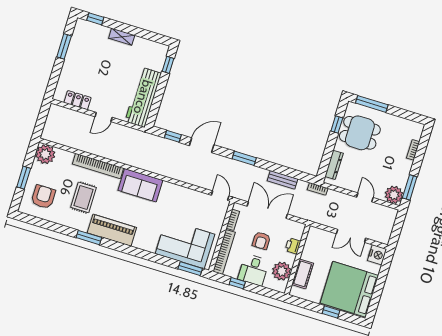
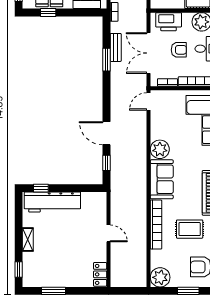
workbench: (143, 97) -> (52, 202), moved
locker: (78, 100) -> (100, 274), moved
window: (244, 158) -> (107, 60), moved
plant: (170, 192) -> (160, 149), added
printer: (293, 246) -> (169, 22), width x1.87, depth x1.48

